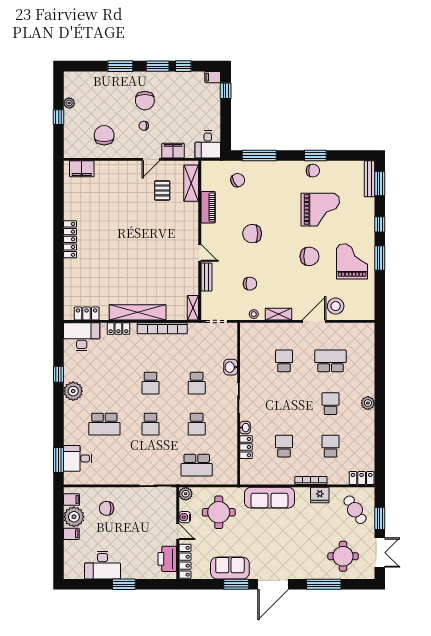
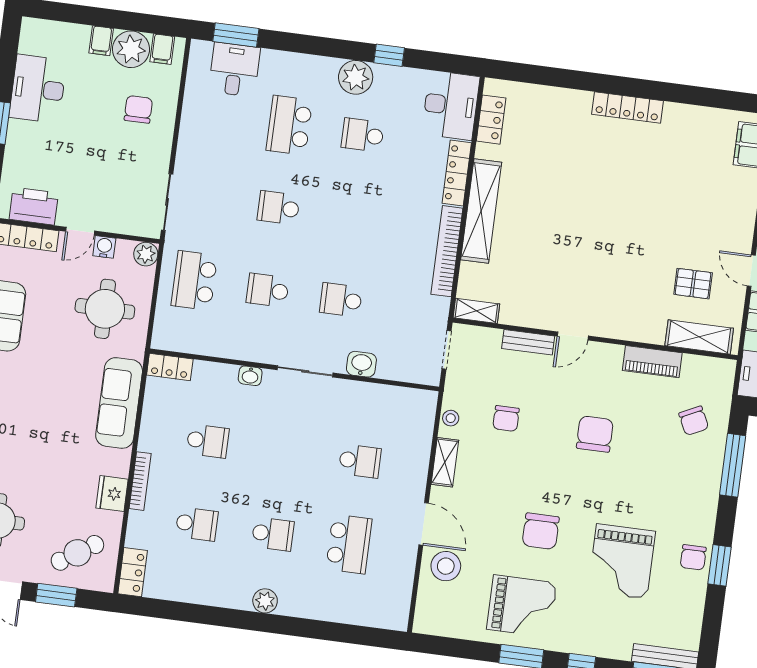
locker: (118, 329) -> (457, 173), width x1.53
school desk: (151, 383) -> (363, 135), moved
locker: (246, 447) -> (170, 367), moved

